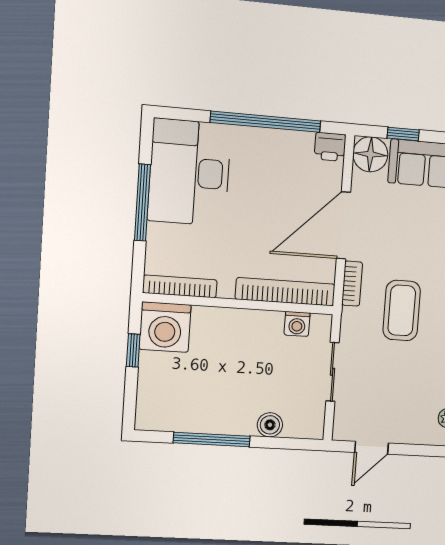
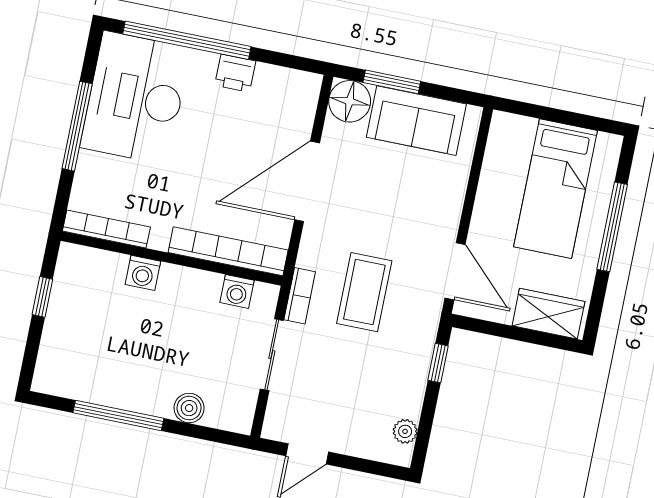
window: (266, 122) -> (187, 40), moved
window: (403, 134) -> (392, 82), width x1.50
printer: (330, 147) -> (235, 73), moved
bookcase: (352, 284) -> (300, 296), moved
washing machine: (165, 327) -> (143, 273), moved, width x0.53, depth x0.53

